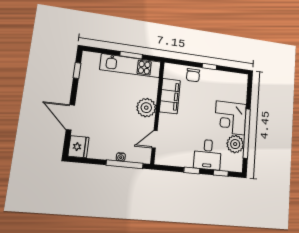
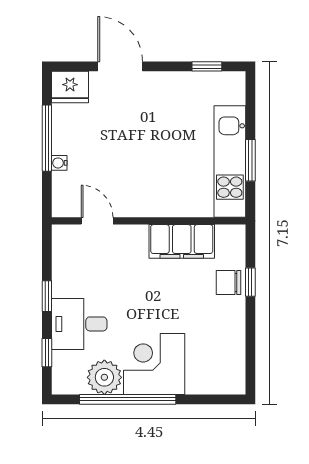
window: (209, 67) -> (250, 282), moved
plant: (146, 108) -> (154, 199), removed
door: (70, 117) -> (120, 66), hinge flipped
window: (125, 164) -> (47, 138), moved

